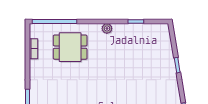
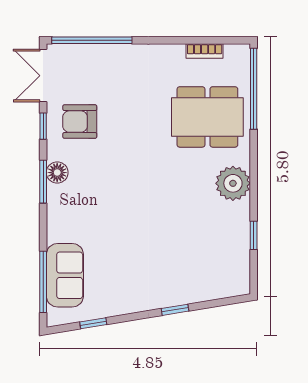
plant: (107, 28) -> (233, 183), width x1.88, depth x1.88
dining table: (70, 47) -> (207, 117), width x1.38

